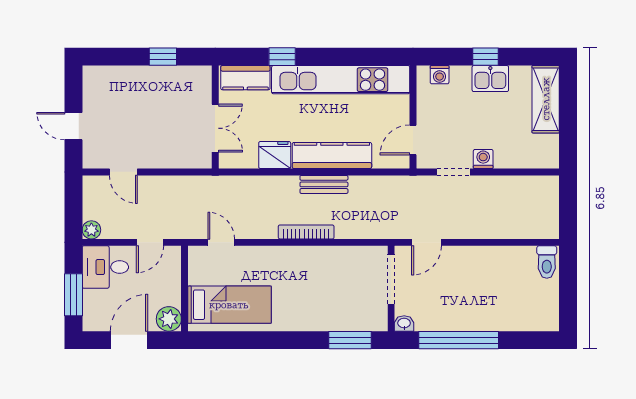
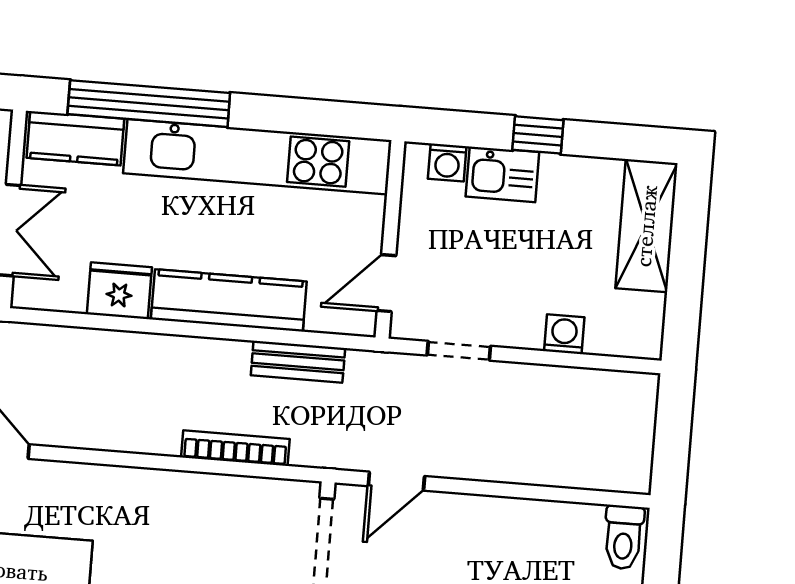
window: (282, 57) -> (149, 104), width x3.17
kitchen sink: (490, 79) -> (502, 174), moved
washing machine: (483, 159) -> (564, 334), moved
bench: (324, 184) -> (298, 362), moved
bookcase: (306, 232) -> (235, 448), moved

